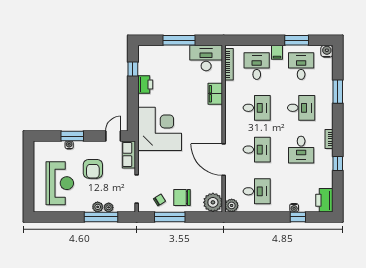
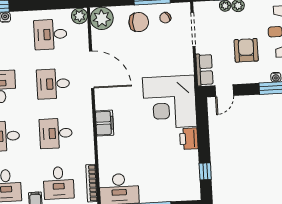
printer: (145, 84) -> (189, 139), moved
filing cabinet: (215, 94) -> (105, 123), moved

